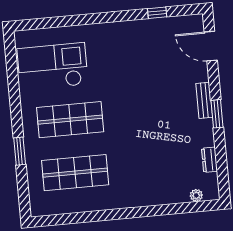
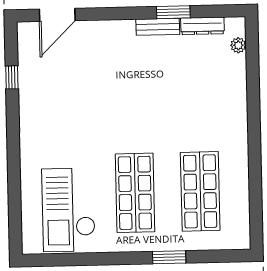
bench: (204, 100) -> (158, 27), moved
window: (217, 114) -> (173, 12), moved
dresser: (210, 160) -> (203, 26), width x1.44

